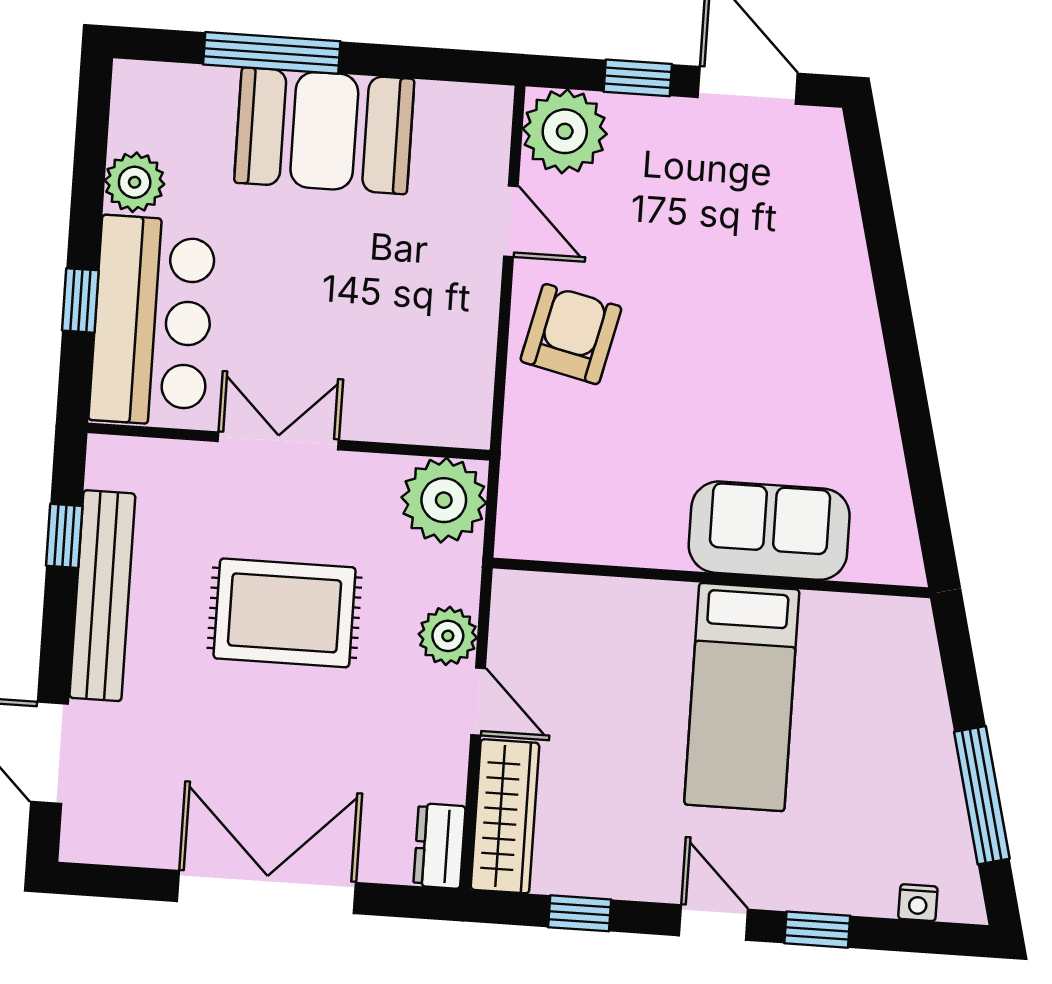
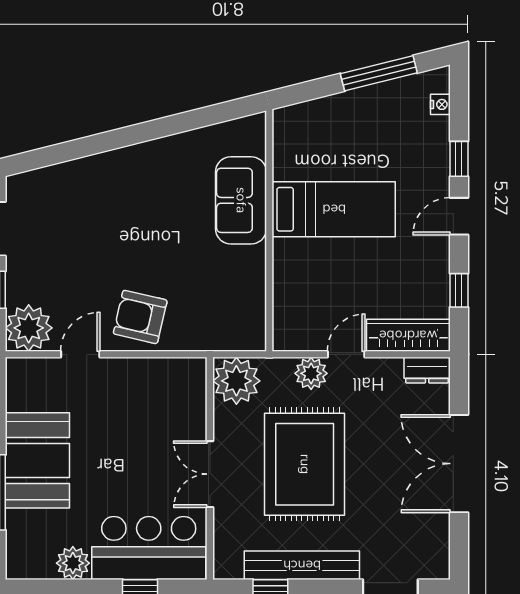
rug: (285, 613) -> (305, 464), width x1.37, depth x1.44

